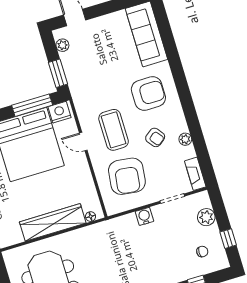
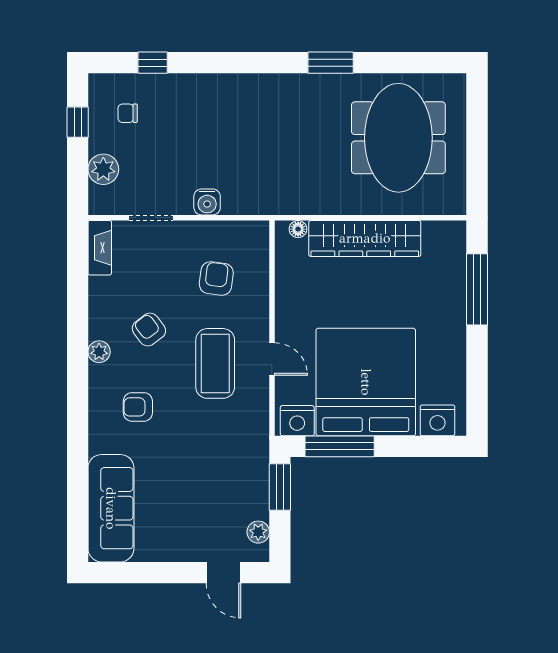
armchair: (148, 93) -> (138, 407), width x0.53, depth x0.53
plant: (185, 139) -> (99, 352), moved
armchair: (127, 176) -> (216, 278), width x0.53, depth x0.53

